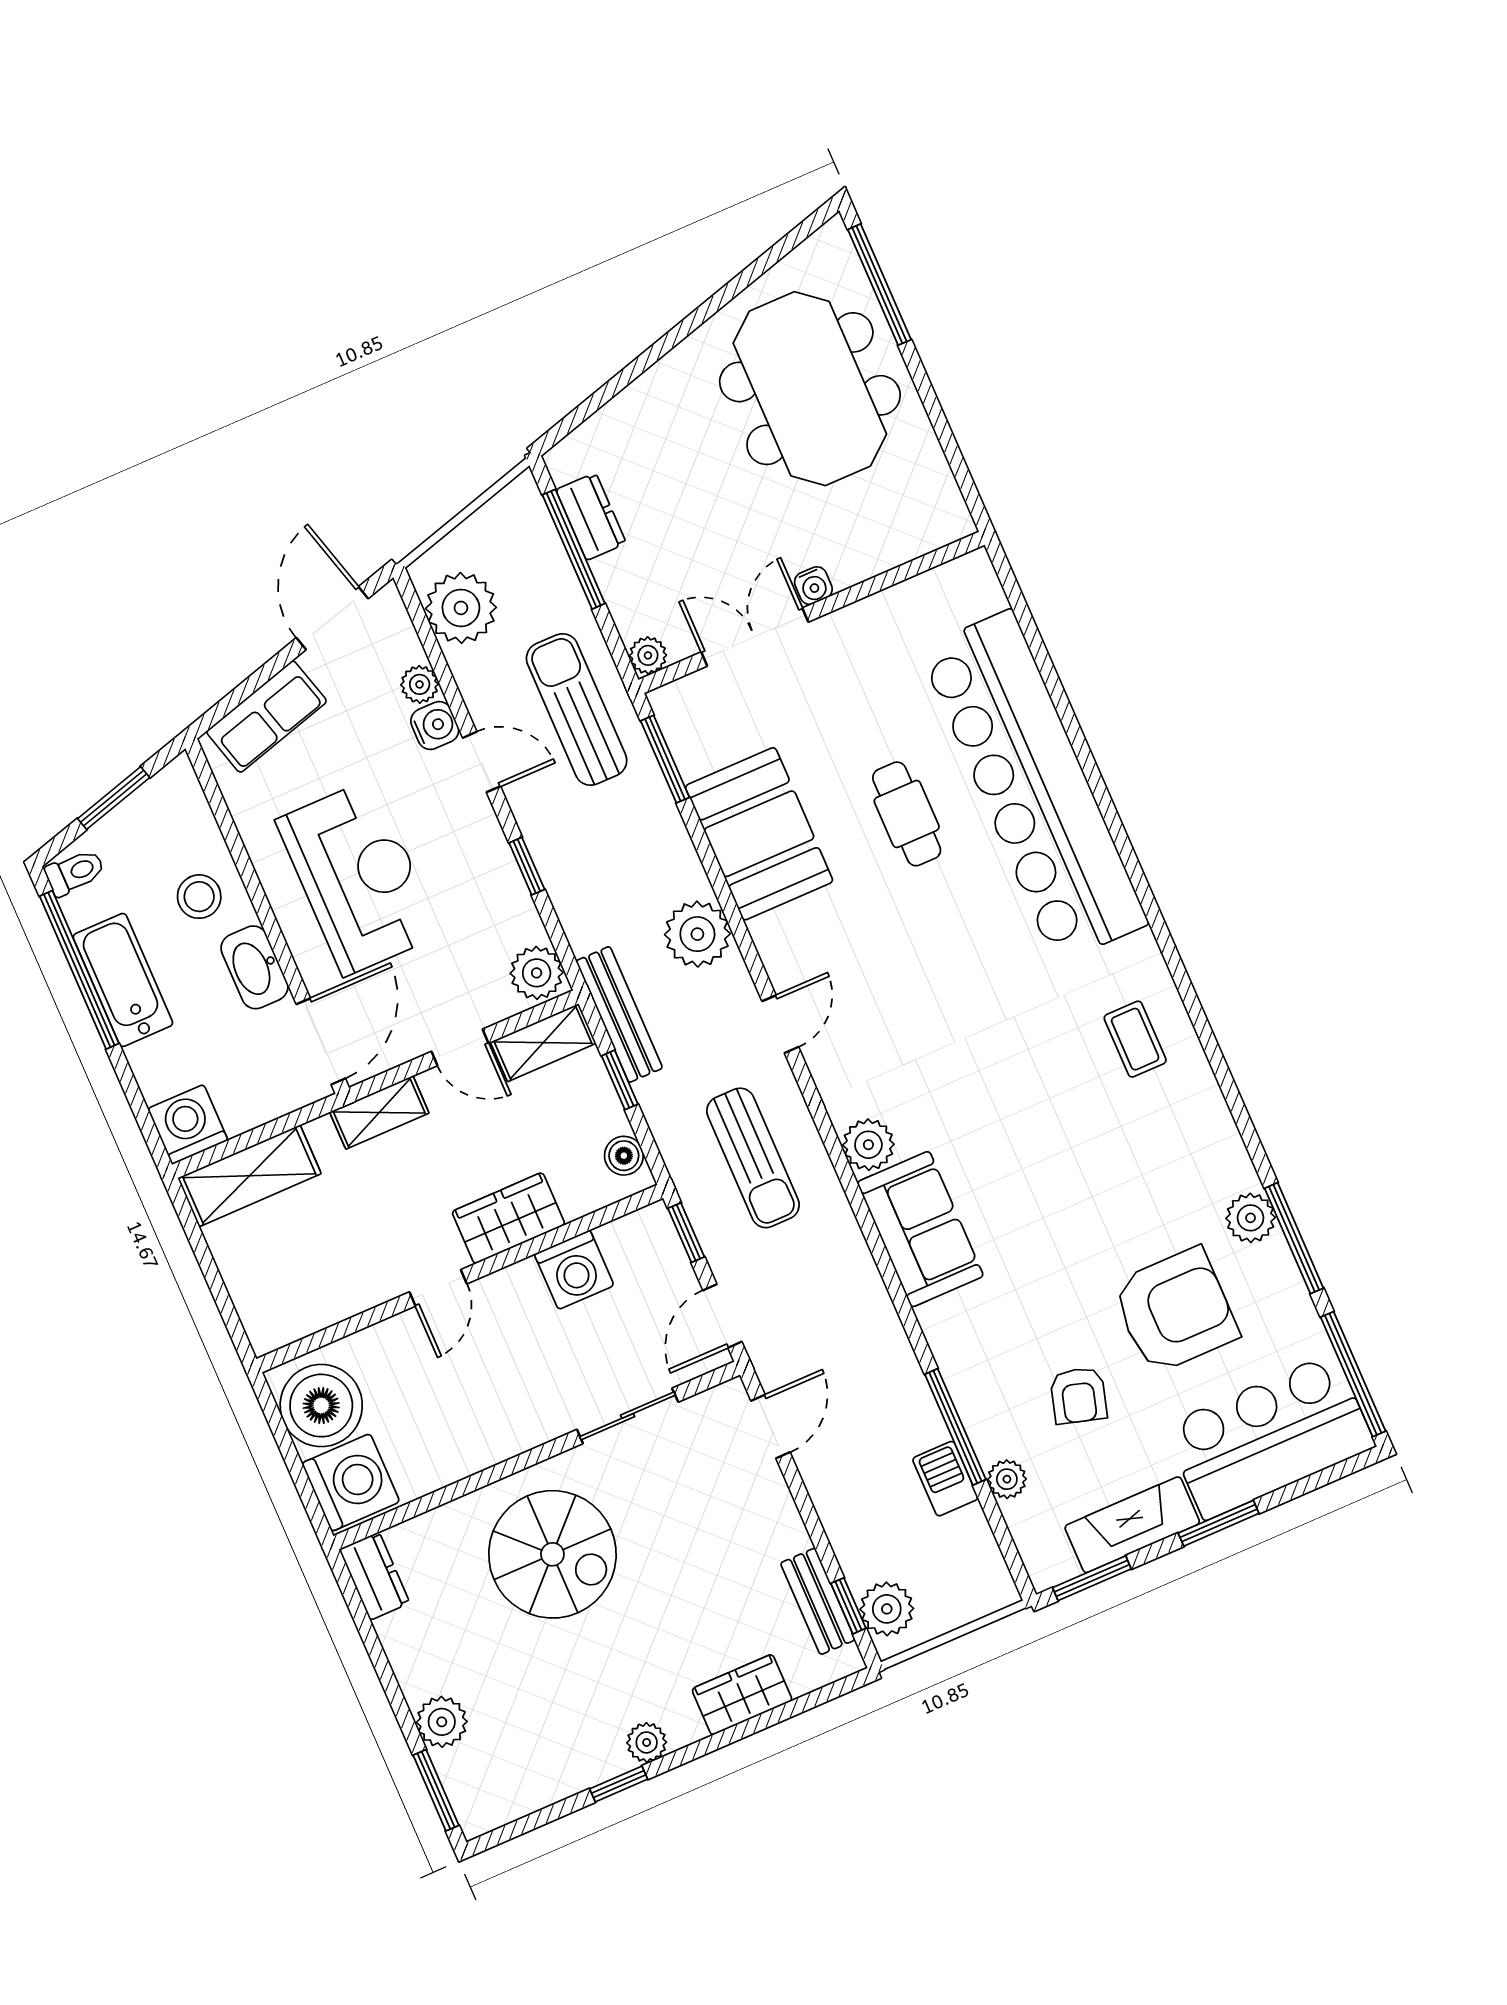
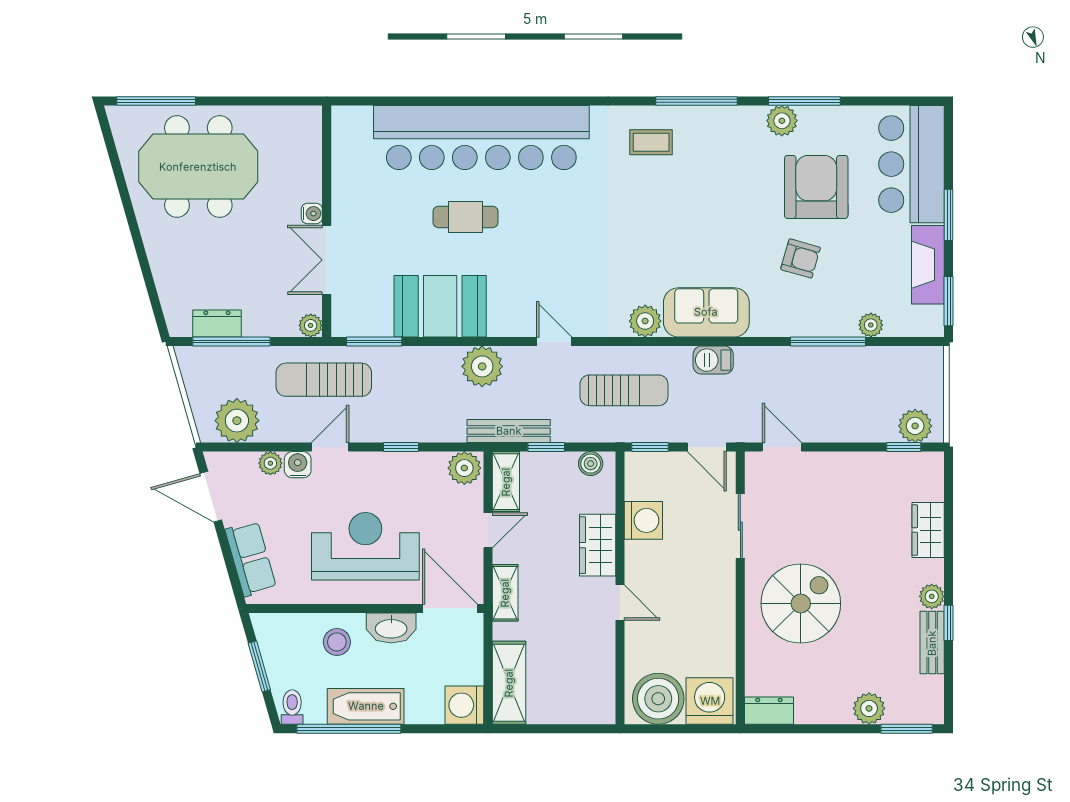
window: (1353, 1374) -> (696, 101), moved
armchair: (1078, 1396) -> (801, 258), moved
barbecue: (945, 1479) -> (713, 360), moved
bench: (818, 1601) -> (932, 643), moved, turned 90

